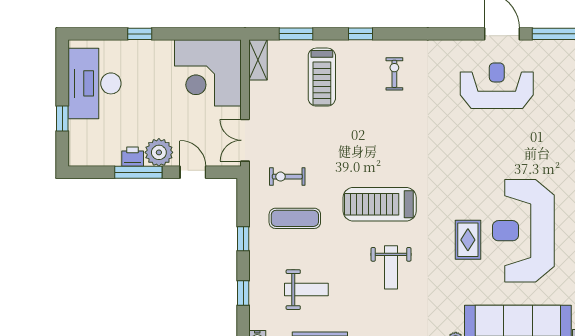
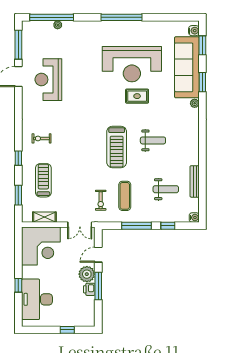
shelving: (258, 60) -> (44, 217), moved
treadmill: (322, 77) -> (43, 180), turned -90
desk: (94, 83) -> (37, 299), moved, turned 90
window: (243, 239) -> (137, 226), width x2.17
weight bench: (306, 290) -> (166, 189), turned 90

